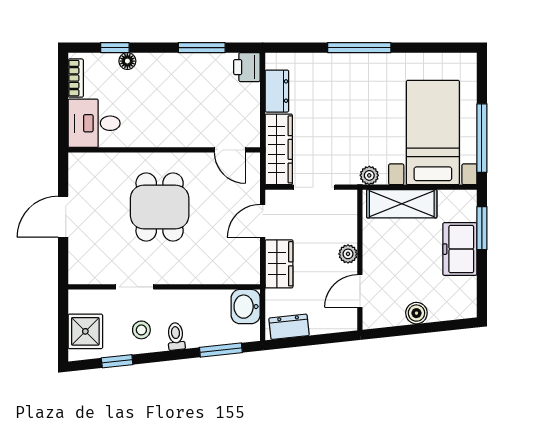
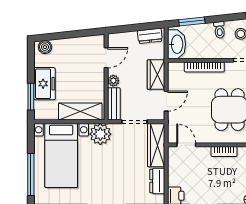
window: (482, 138) -> (31, 175), moved
bookcase: (169, 139) -> (224, 151), added
plant: (369, 175) -> (100, 134), width x1.88, depth x1.88
bench: (347, 216) -> (114, 104), added
bookcase: (201, 276) -> (204, 67), added
washbasin: (246, 307) -> (177, 44), width x1.38
boiler: (416, 313) -> (45, 47), moved

